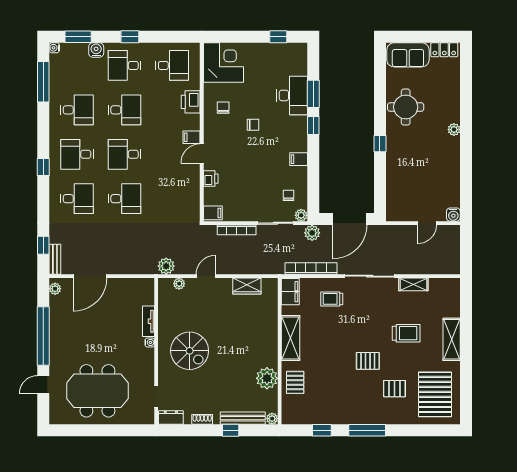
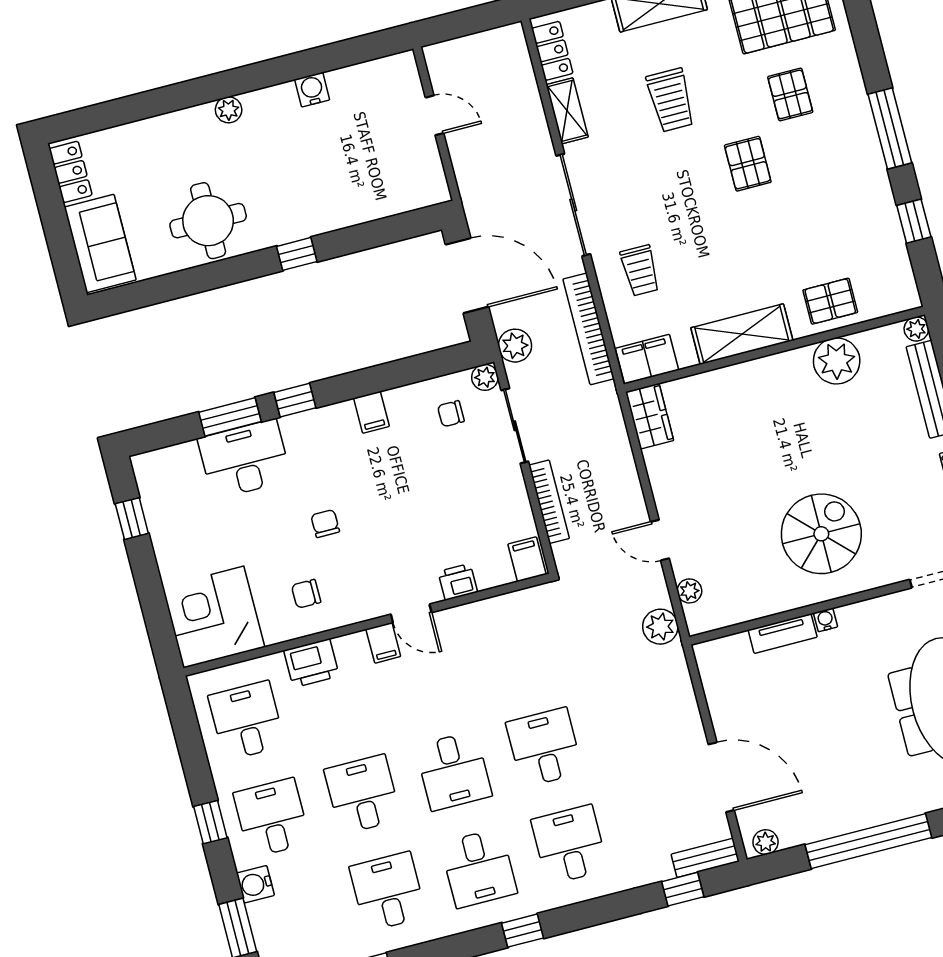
desk: (125, 65) -> (272, 818), turned 180
water cooler: (453, 215) -> (312, 90), moved, turned -90
locker: (443, 285) -> (552, 51), added
wardrobe: (247, 286) -> (650, 416), moved
trolley: (406, 333) -> (671, 100), turned 180

